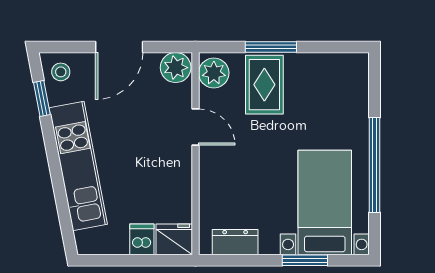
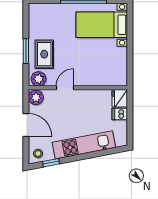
rug: (264, 85) -> (44, 54), turned 90
dresser: (235, 242) -> (121, 68), removed
window: (305, 260) -> (130, 35), removed

